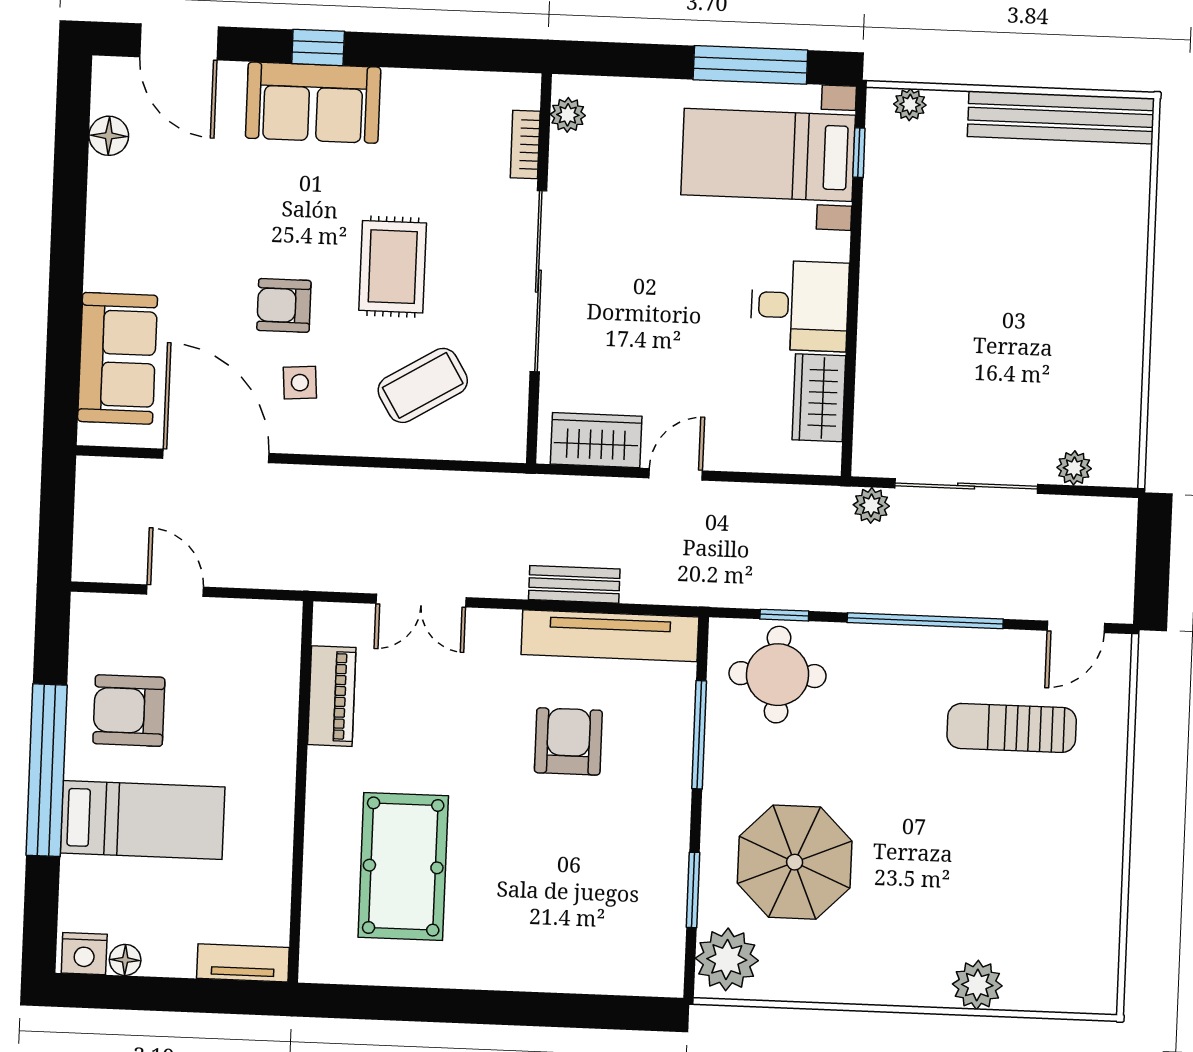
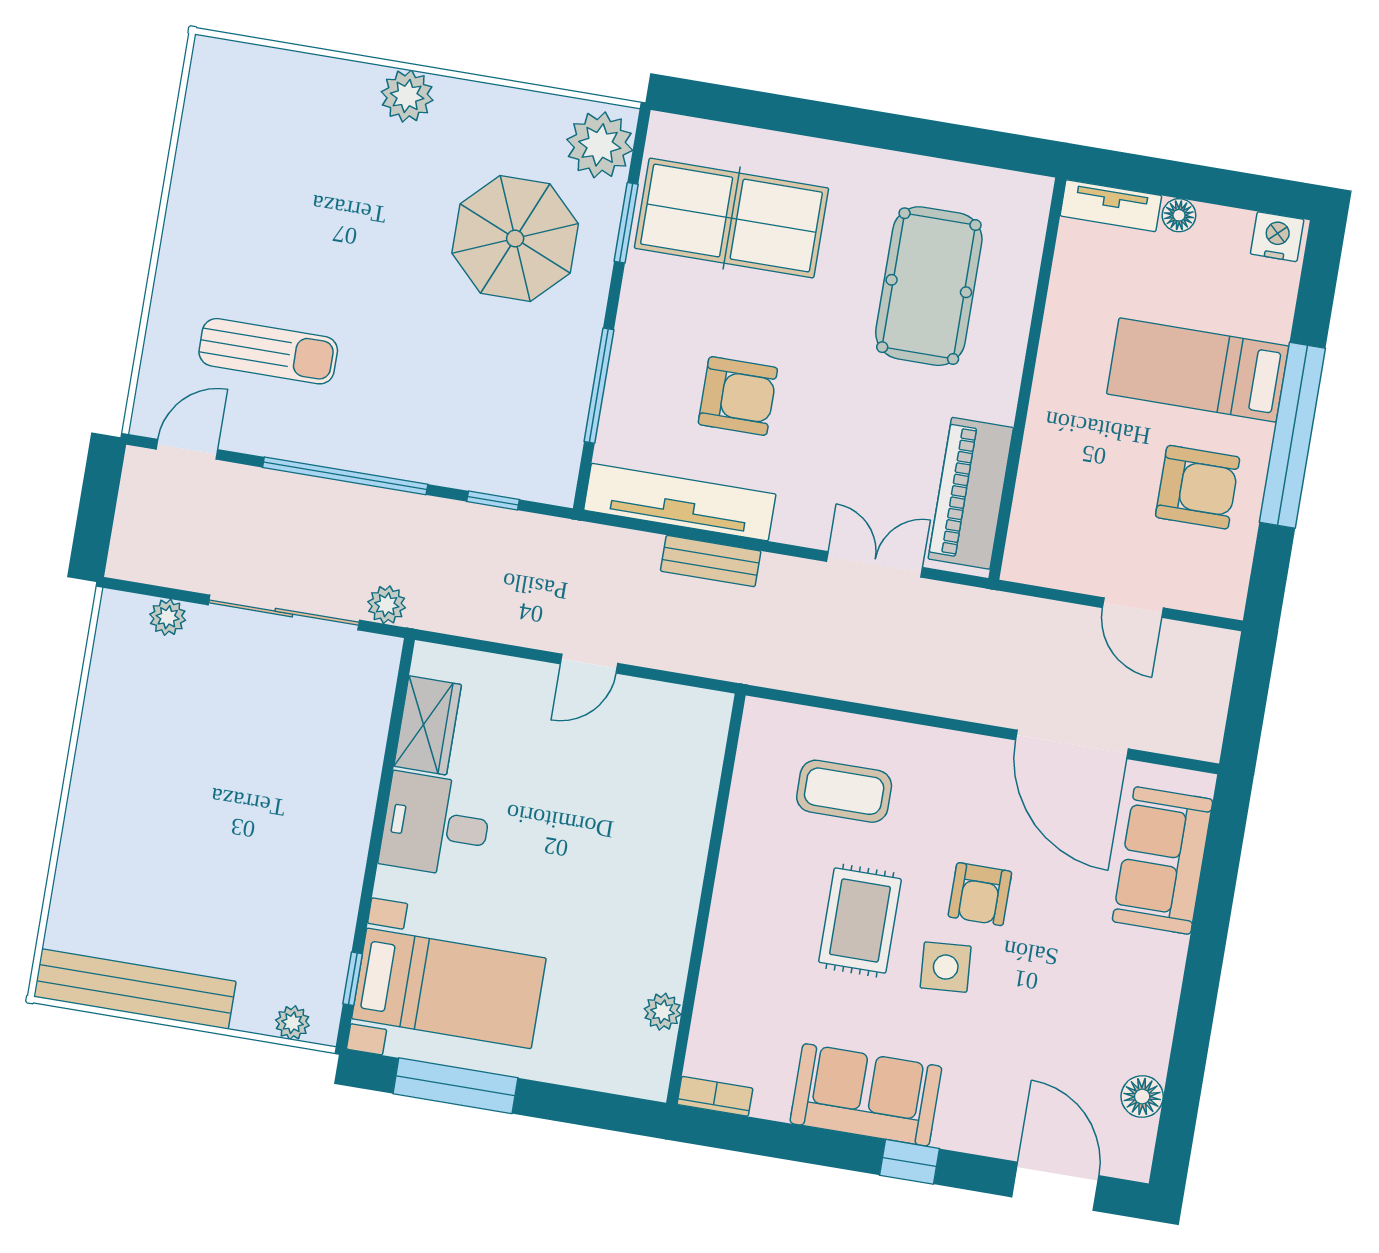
sofa: (313, 103) -> (866, 1095), moved
plant: (568, 115) -> (663, 1012), moved
bookcase: (525, 144) -> (715, 1096), moved, turned -90
sliding door: (538, 281) -> (708, 886), removed
armchair: (284, 305) -> (980, 894), turned 90
side table: (300, 383) -> (946, 967), moved, width x1.37, depth x1.37
coffee table: (423, 385) -> (844, 791), turned 31
wardrobe: (596, 440) -> (668, 710), removed
round table: (778, 675) -> (508, 439), removed
piano: (332, 696) -> (971, 493), width x1.37, depth x1.33
armchair: (568, 741) -> (738, 396), turned -90
table tennis table: (595, 907) -> (731, 218), added
floor lamp: (125, 960) -> (1179, 215), moved
plant: (977, 985) -> (407, 96), moved

